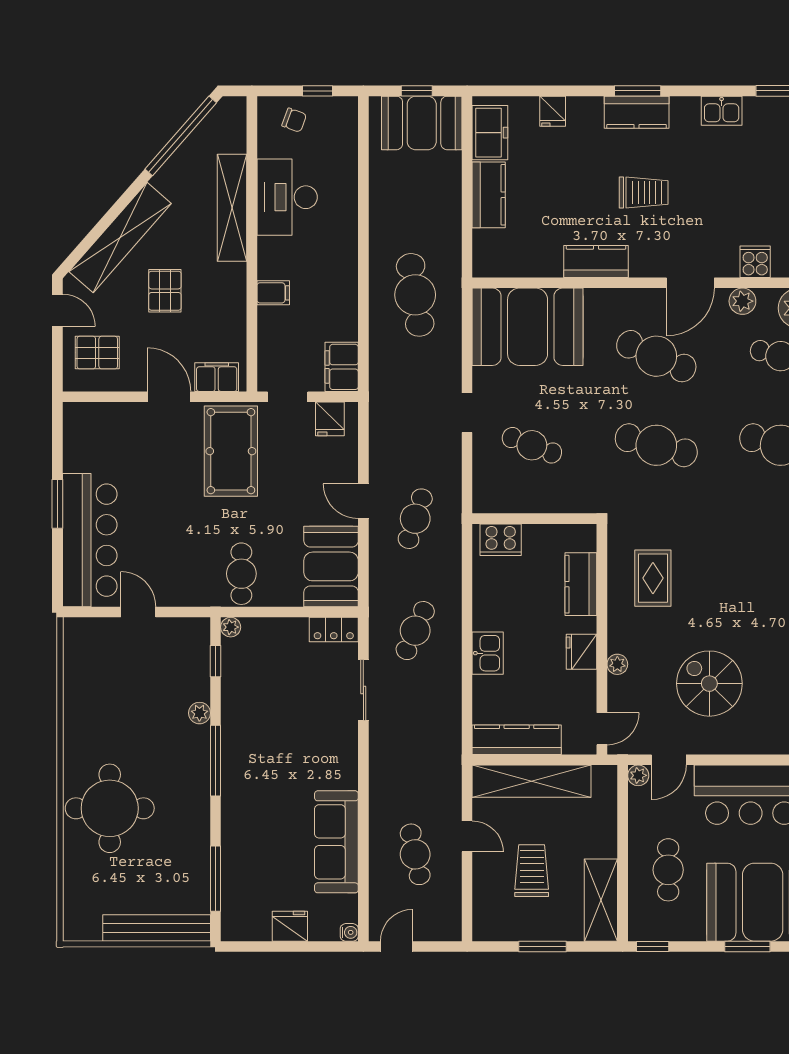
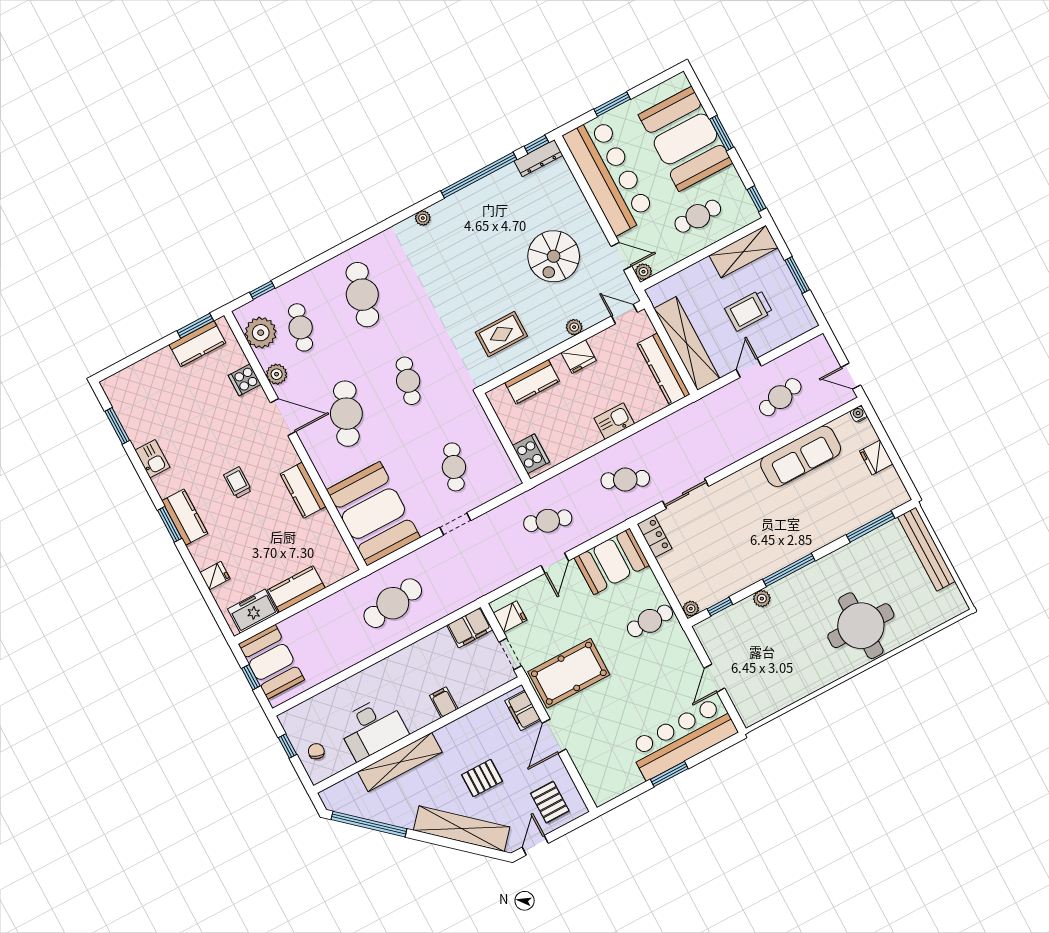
trolley: (644, 192) -> (238, 483), width x0.73, depth x0.72
cafe table: (656, 445) -> (408, 381), width x0.73, depth x0.74

